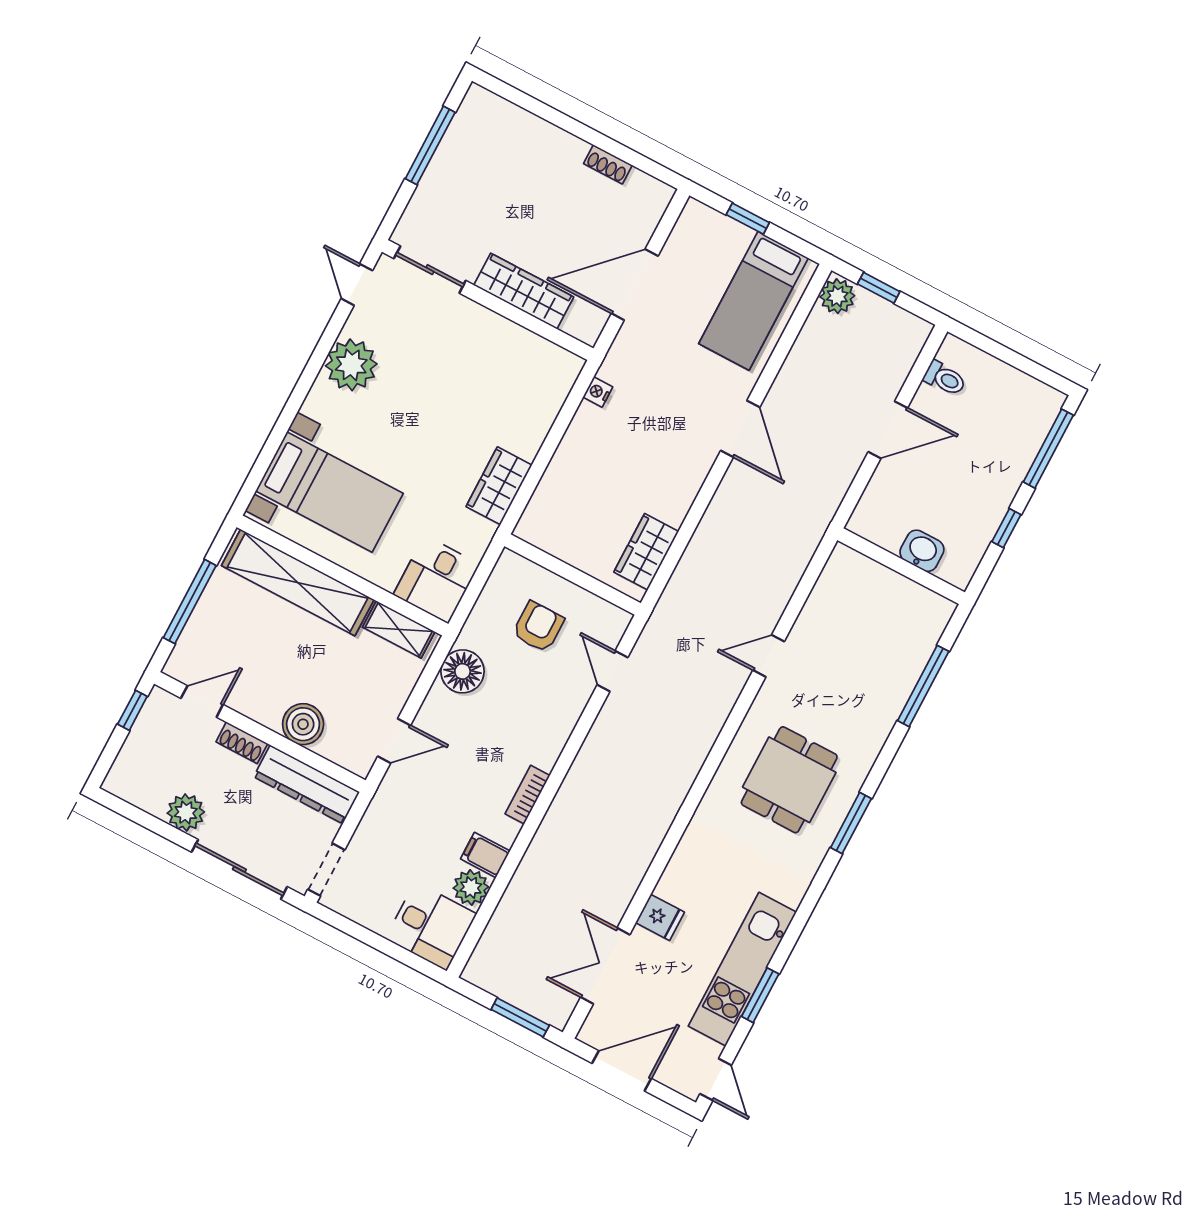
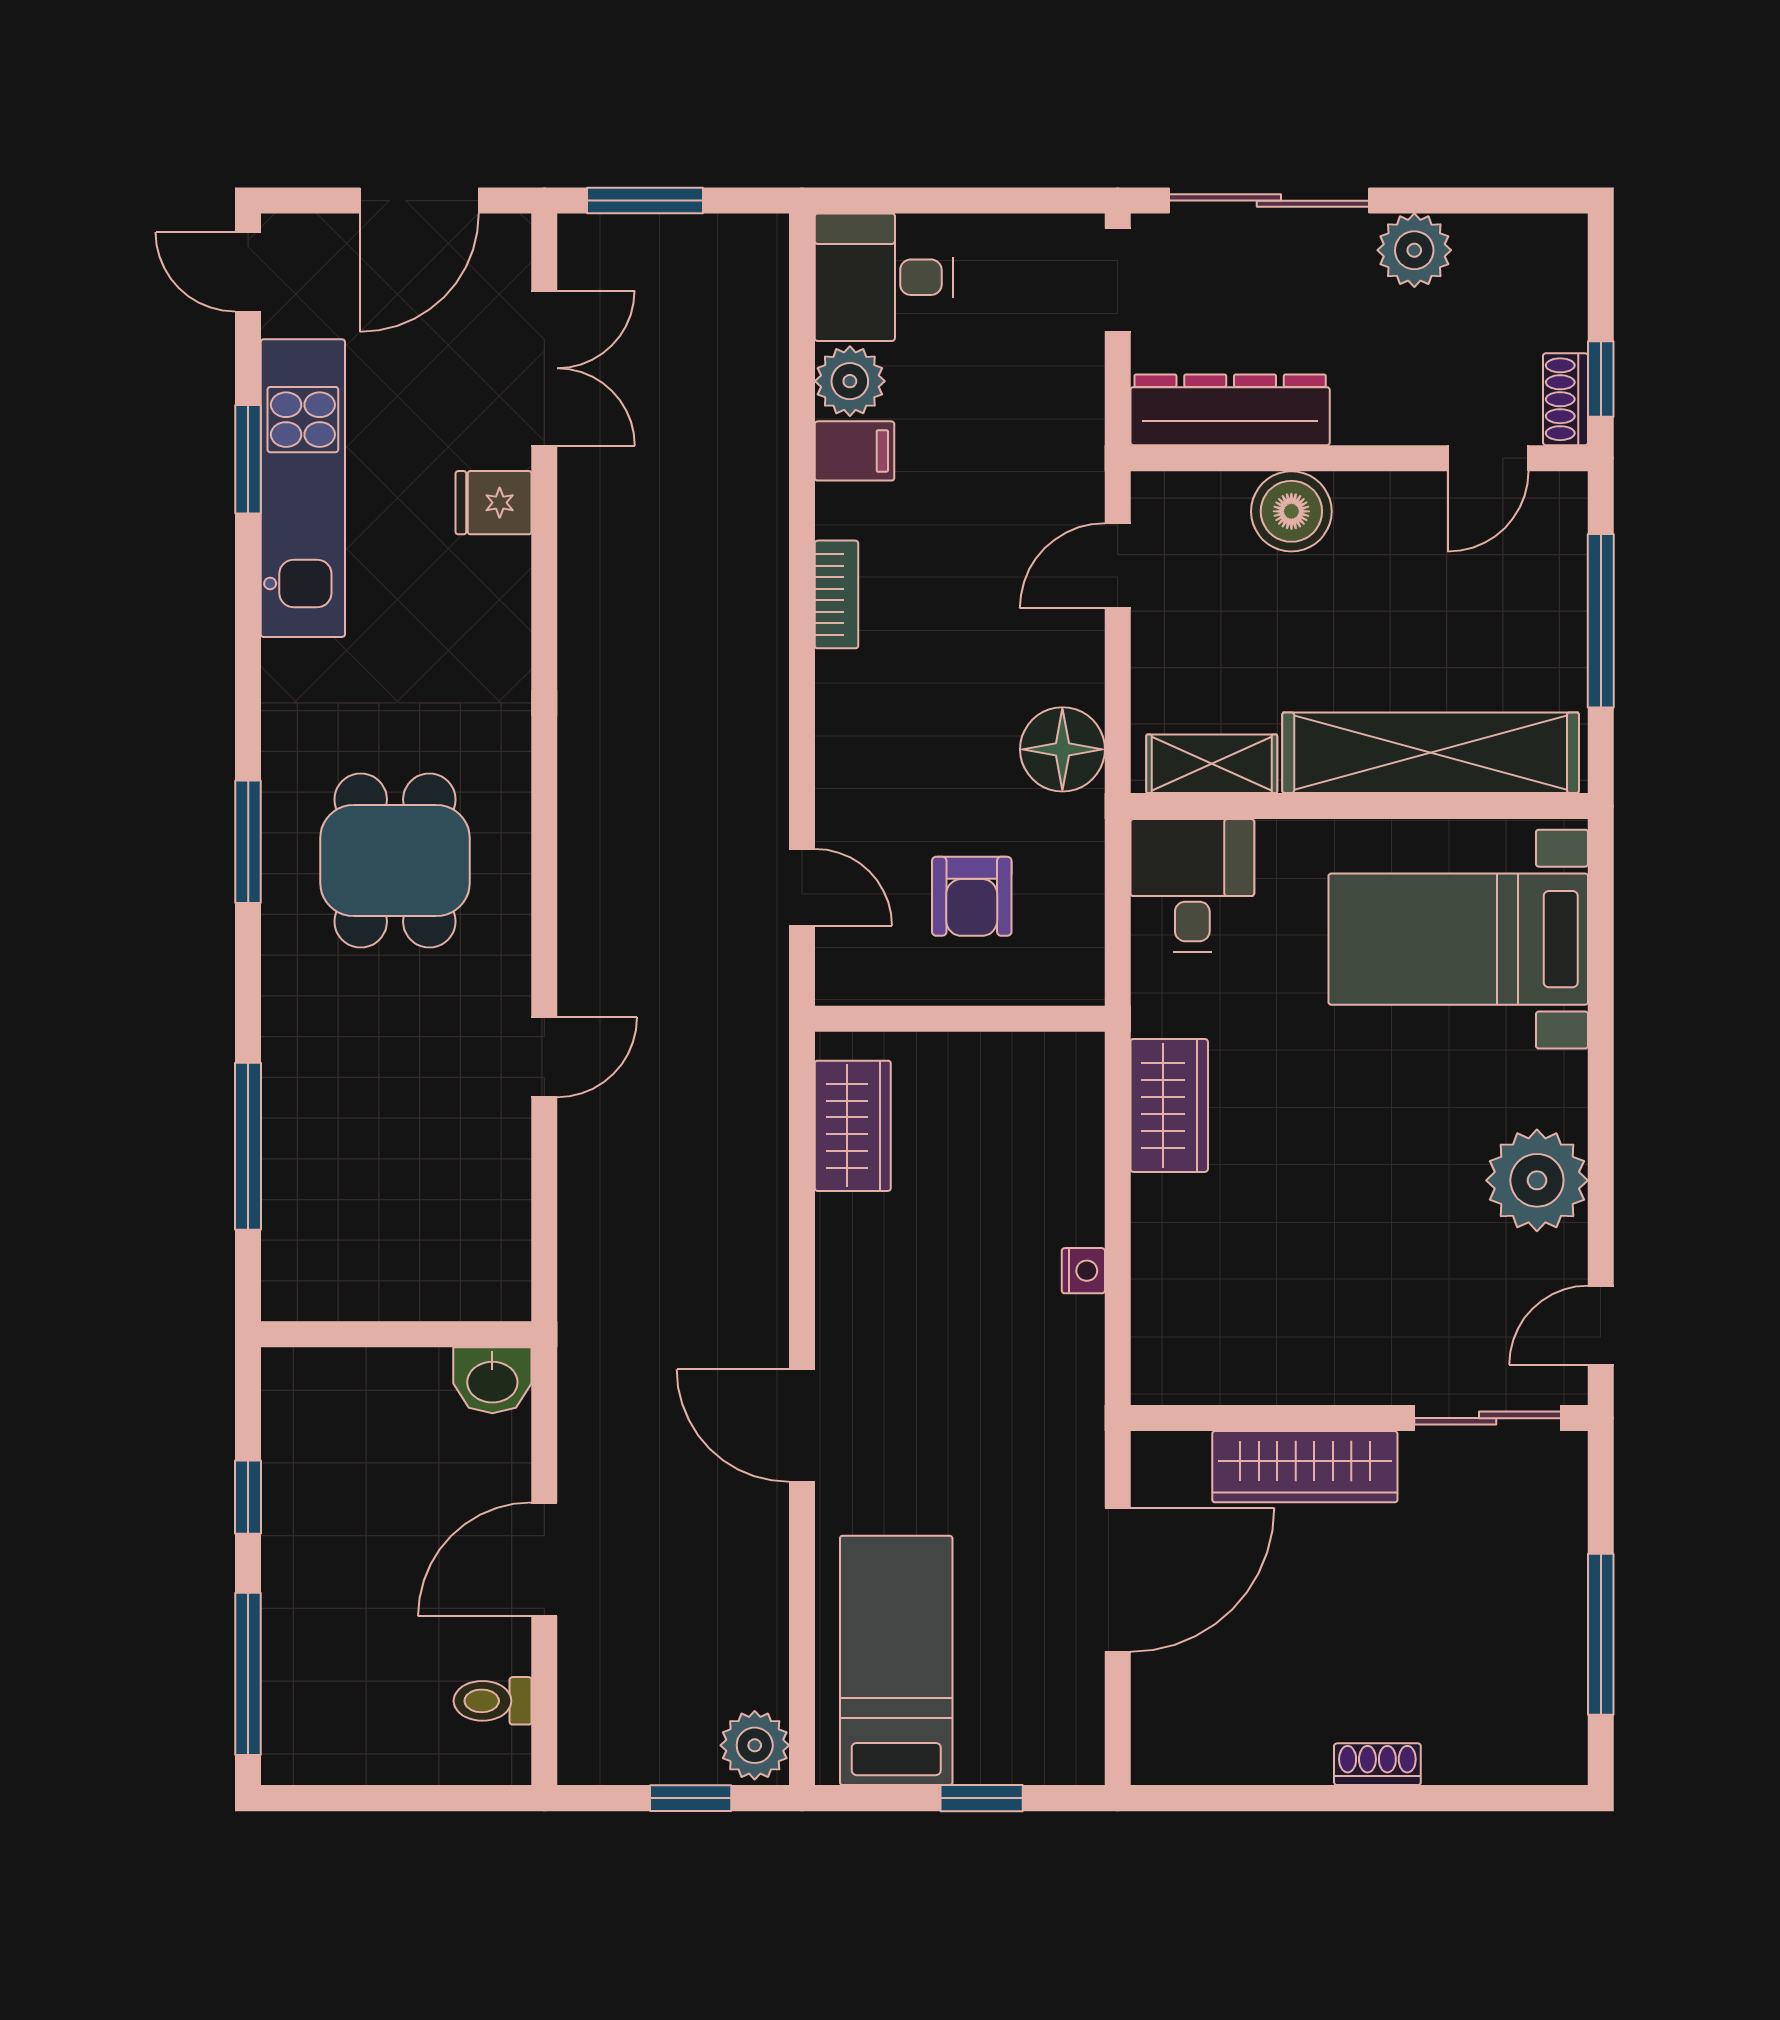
shoe rack: (608, 164) -> (1377, 1764), moved
door: (357, 285) -> (1601, 1325), swing flipped
nightstand: (598, 392) -> (1083, 1271), moved
washbasin: (922, 551) -> (492, 1380), moved
shoe rack: (242, 743) -> (1566, 399), moved, turned -90

